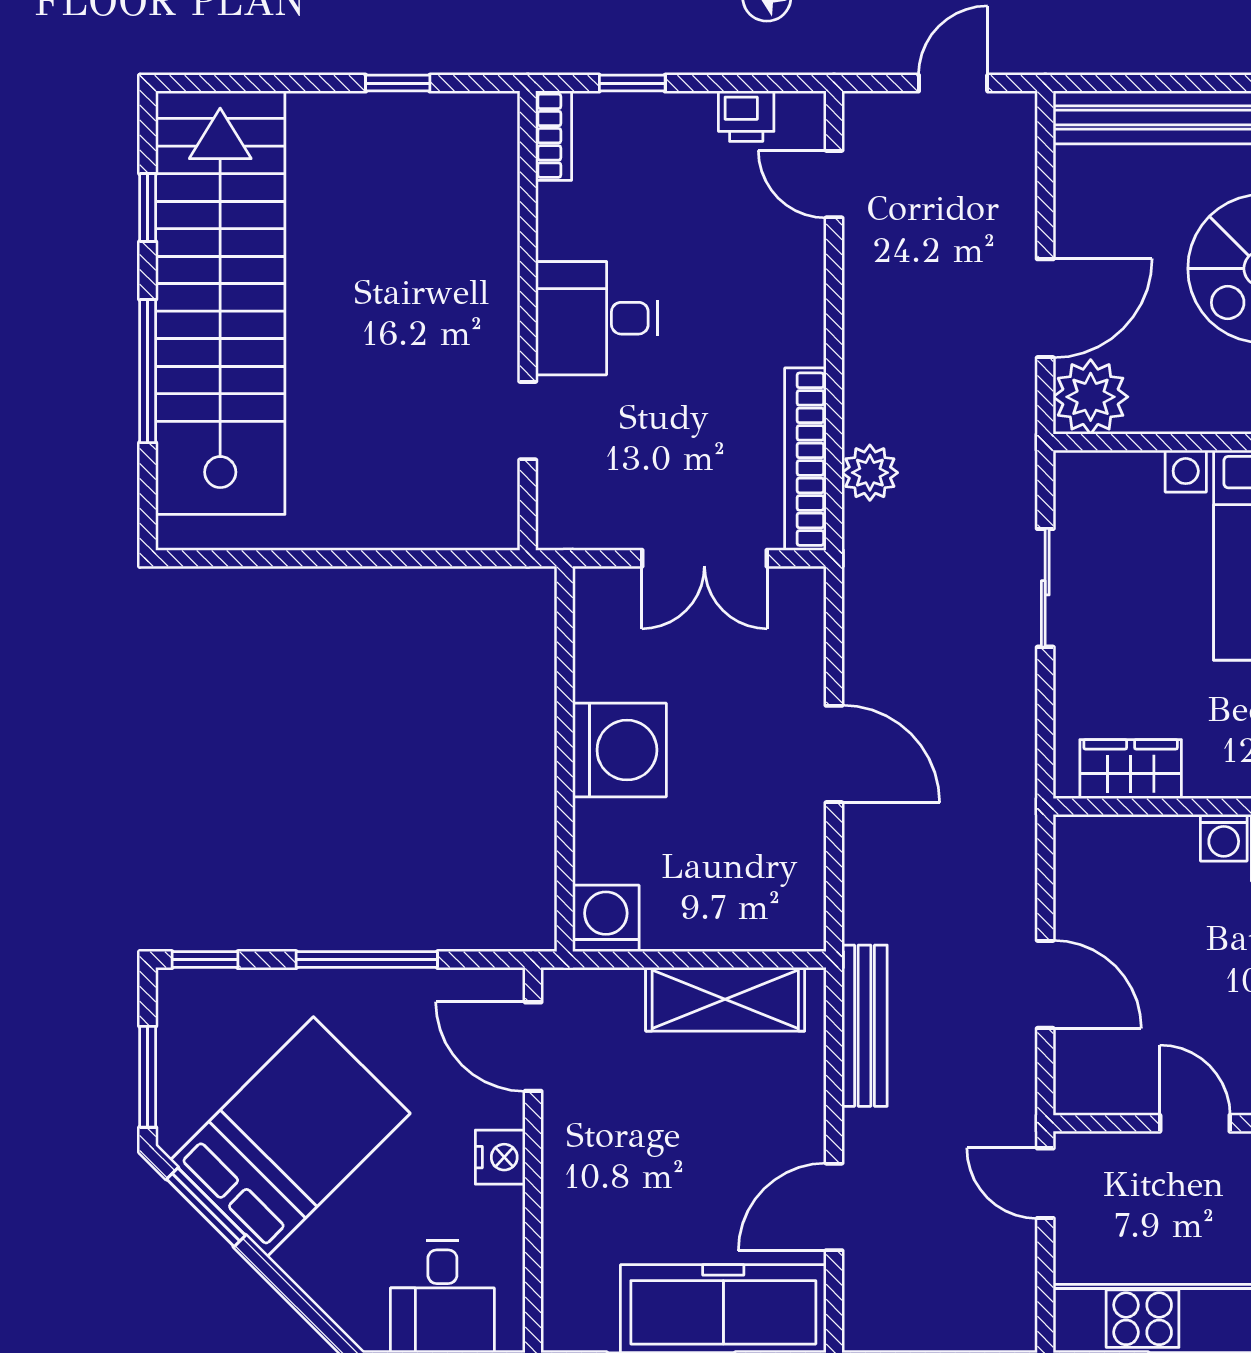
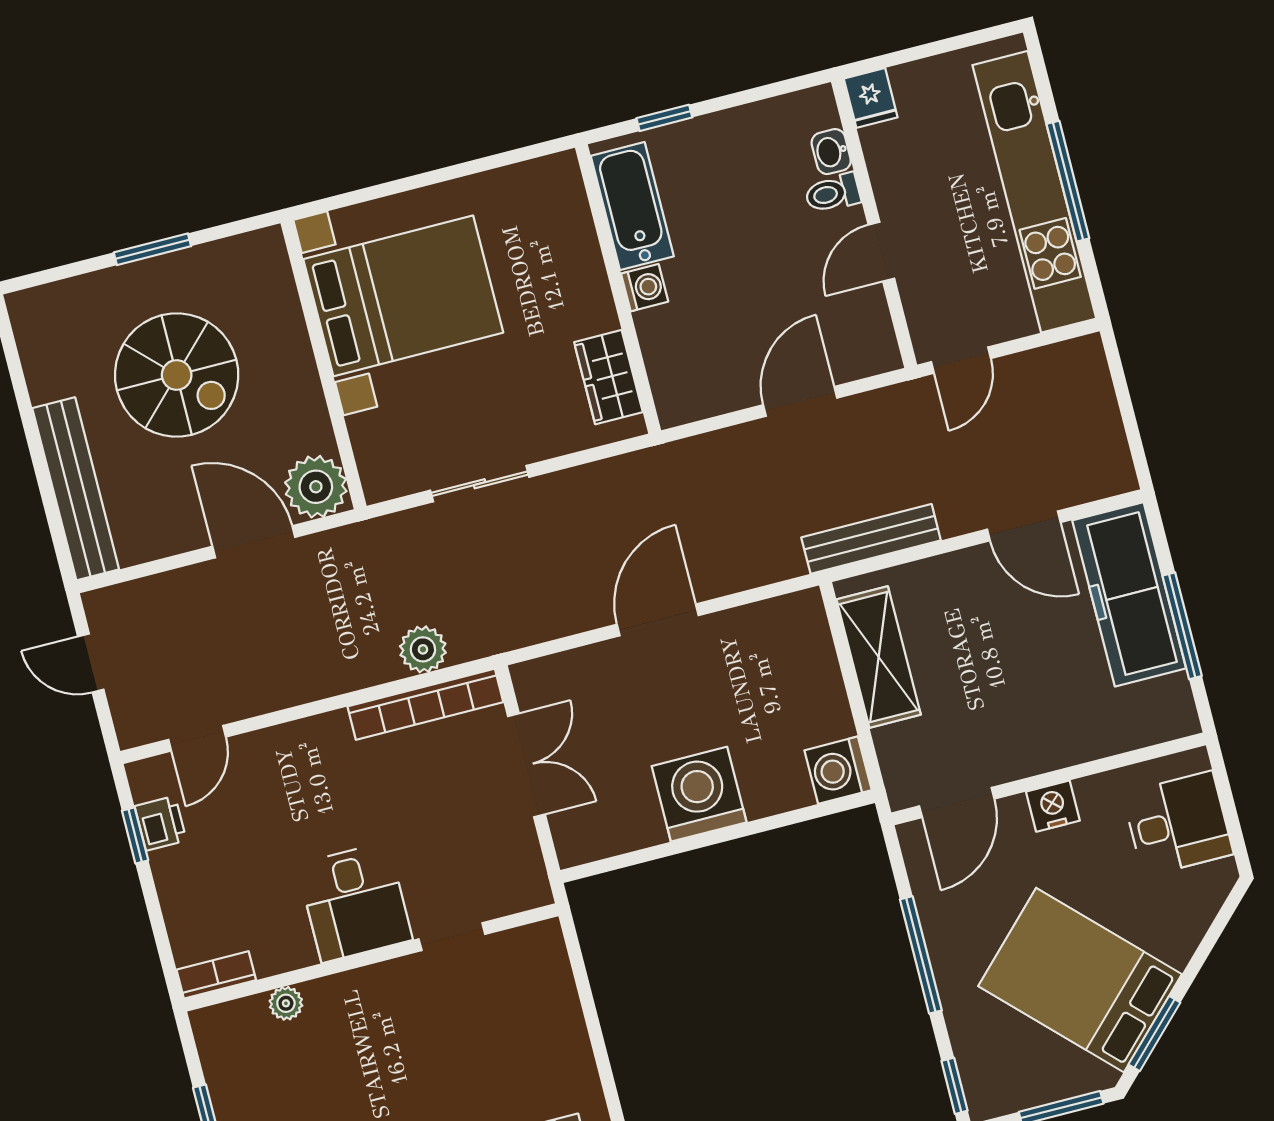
window: (632, 83) -> (135, 835), moved
plant: (500, 208) -> (286, 1003), added

